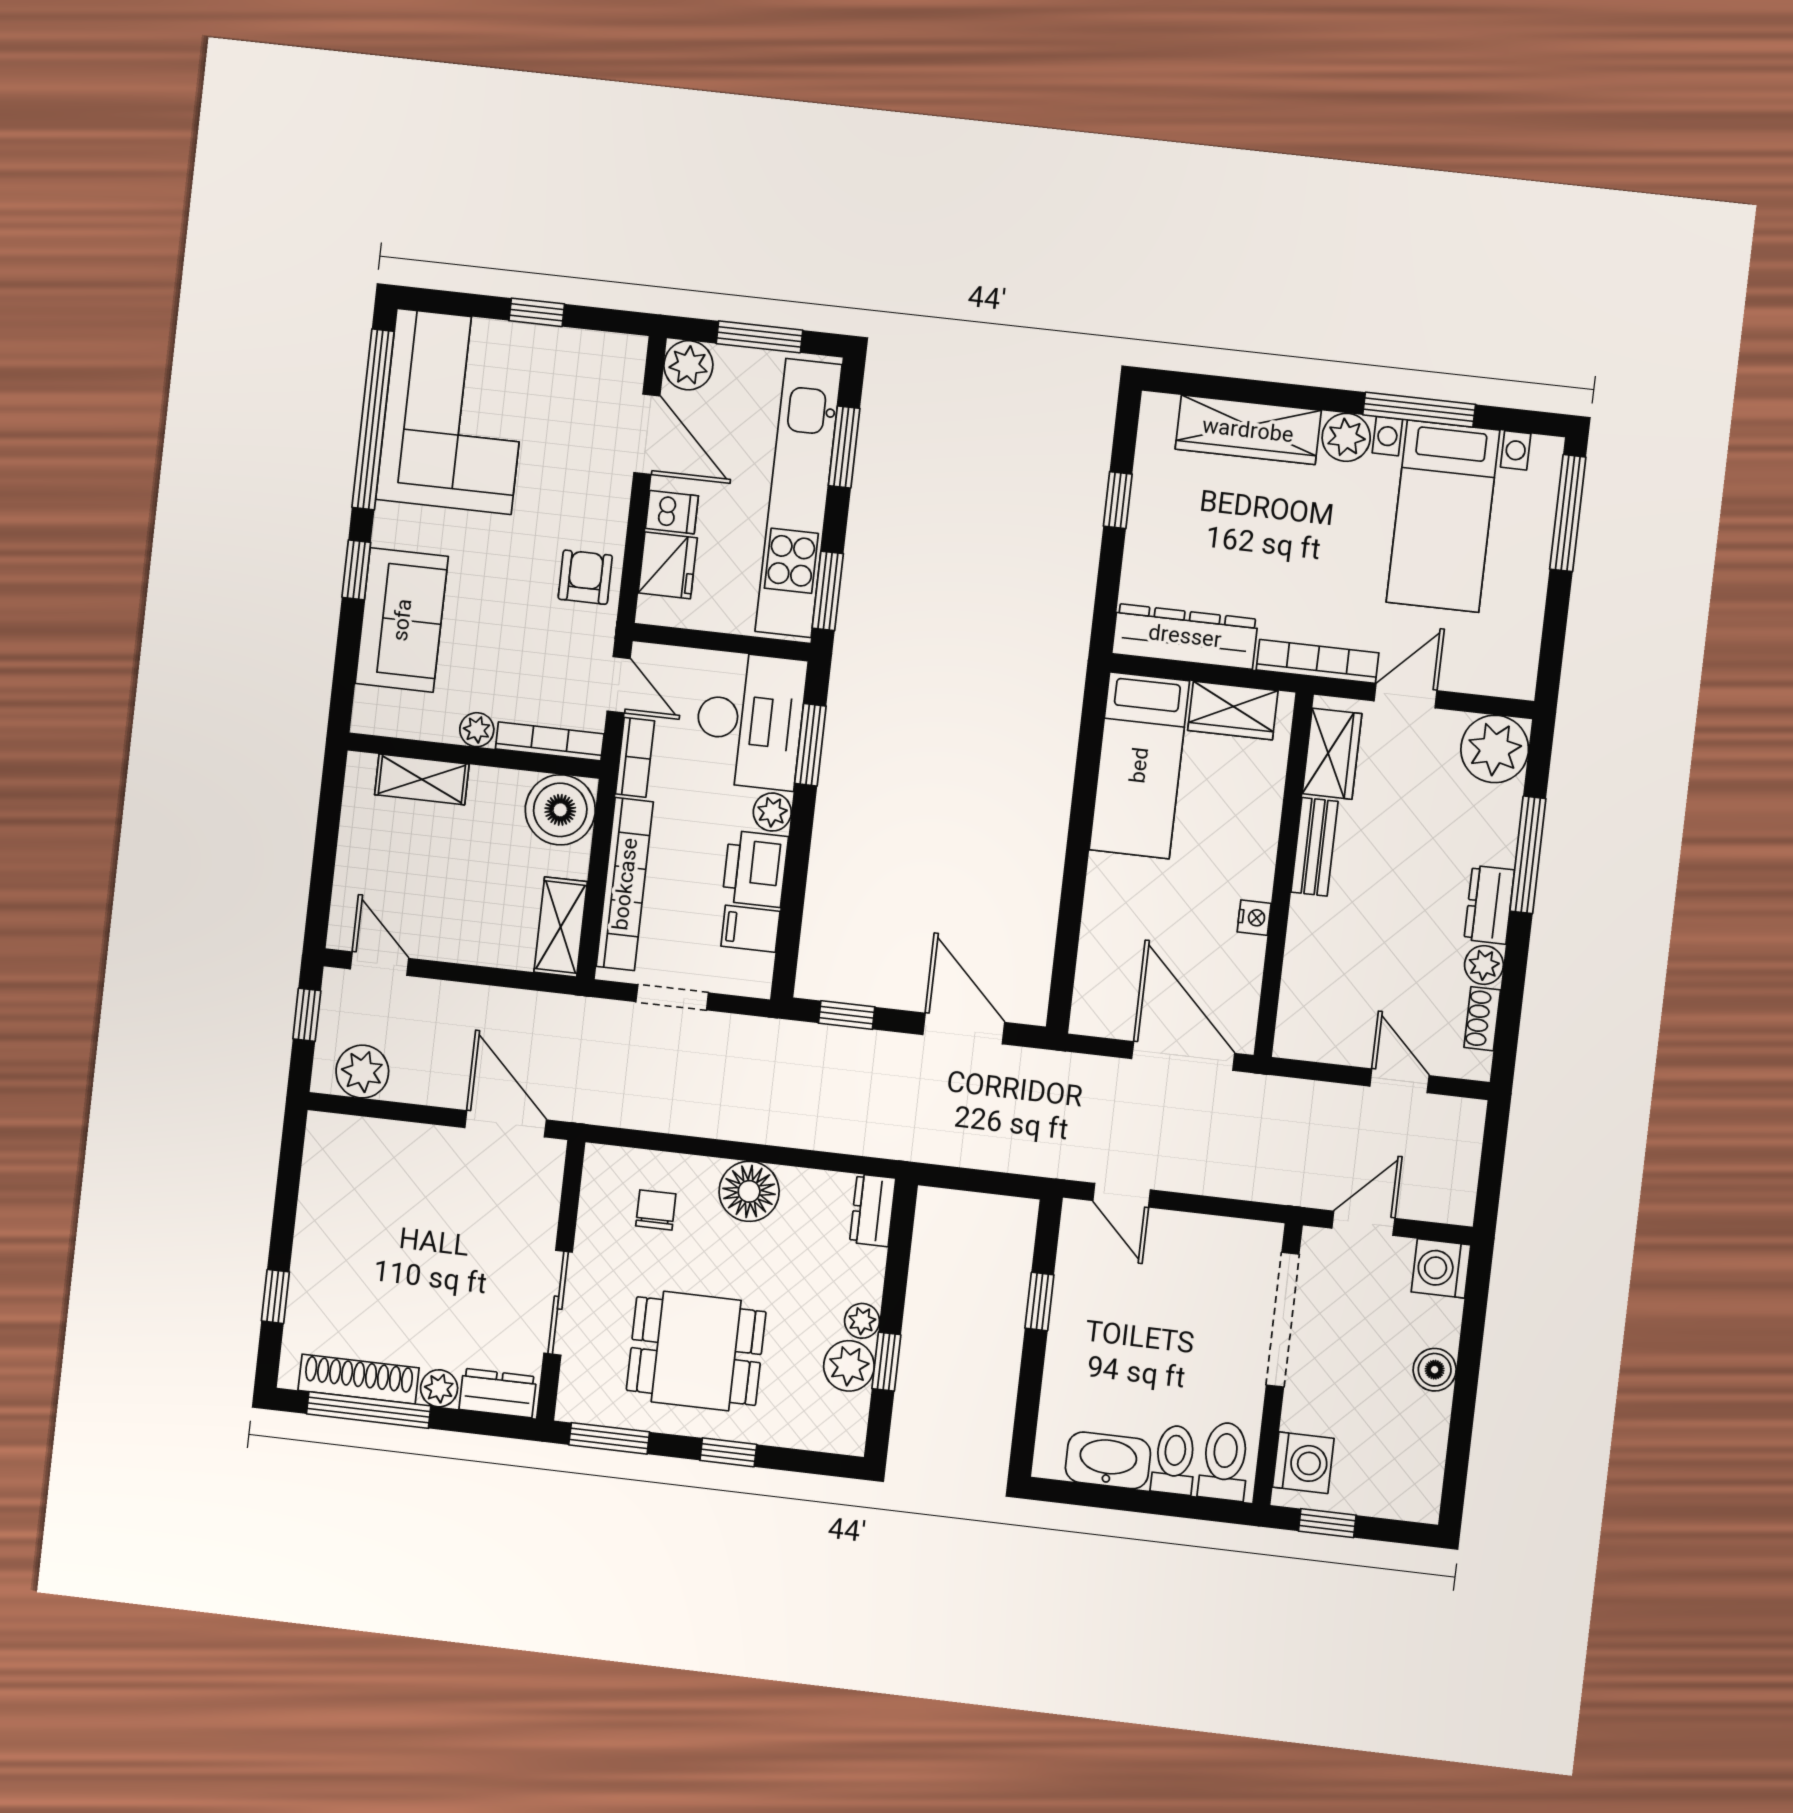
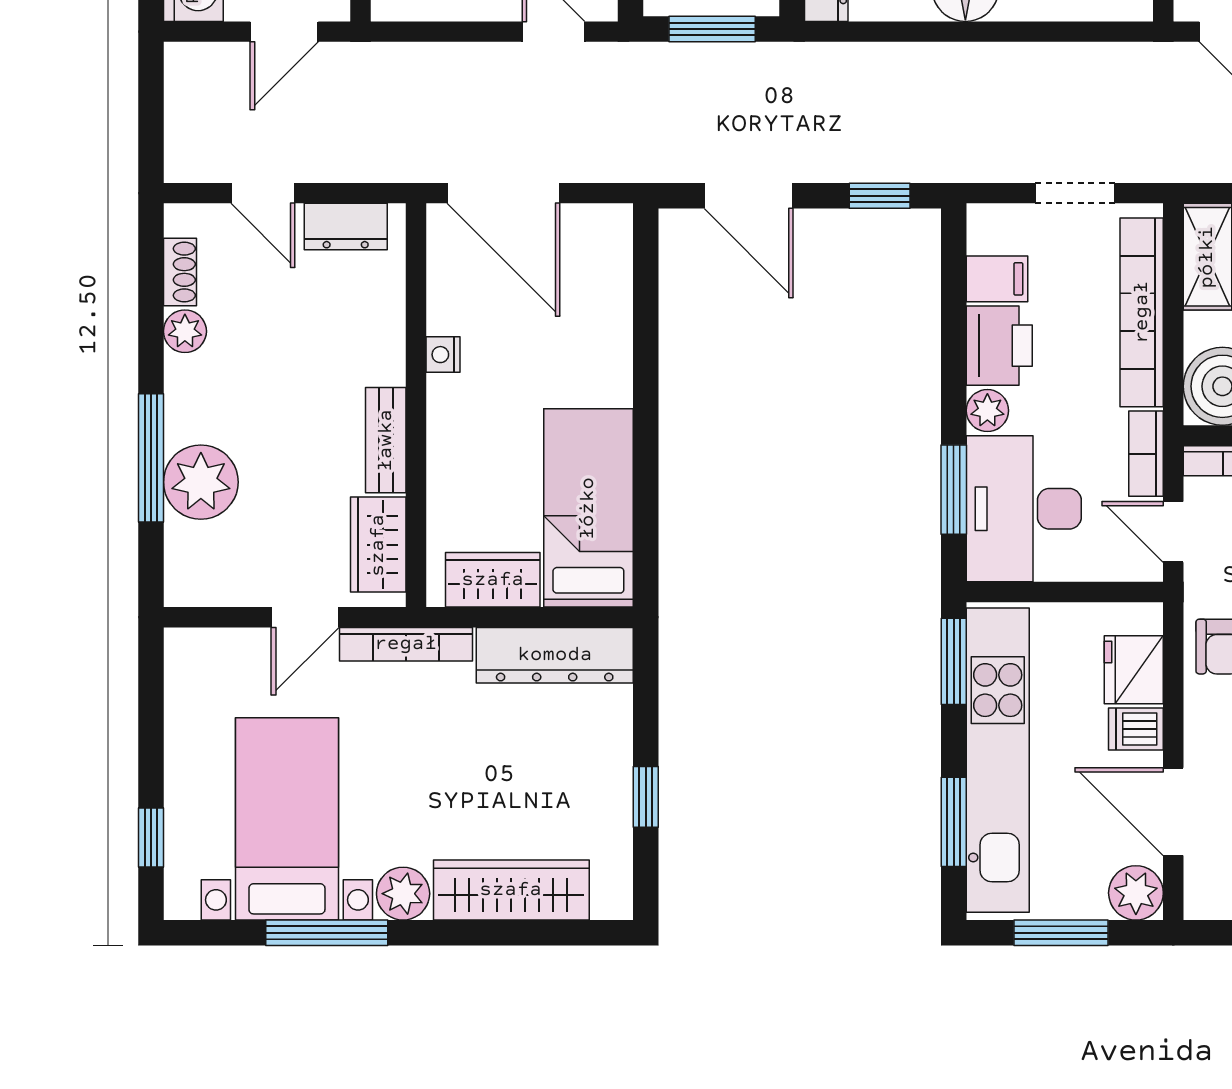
window: (1568, 513) -> (151, 837), width x0.46
plant: (1495, 749) -> (201, 482), moved
dresser: (1489, 905) -> (346, 227), moved, turned 90
window: (979, 1181) -> (712, 29), added

